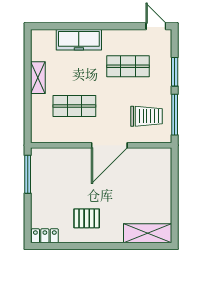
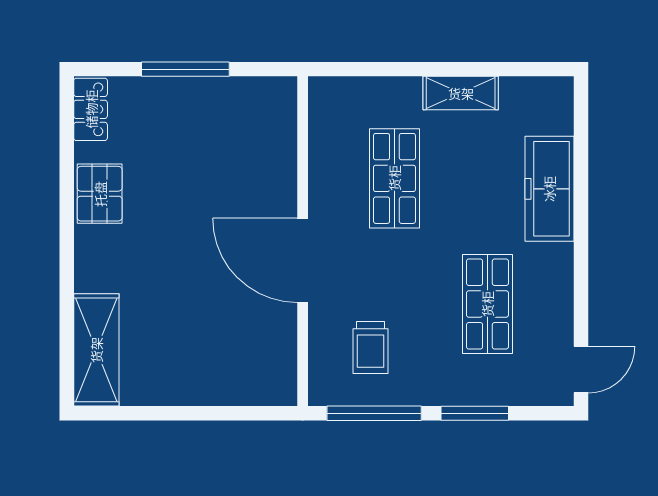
trolley: (147, 116) -> (370, 347), width x0.73, depth x0.72
window: (28, 174) -> (185, 69), moved
pallet: (87, 218) -> (100, 194), moved

